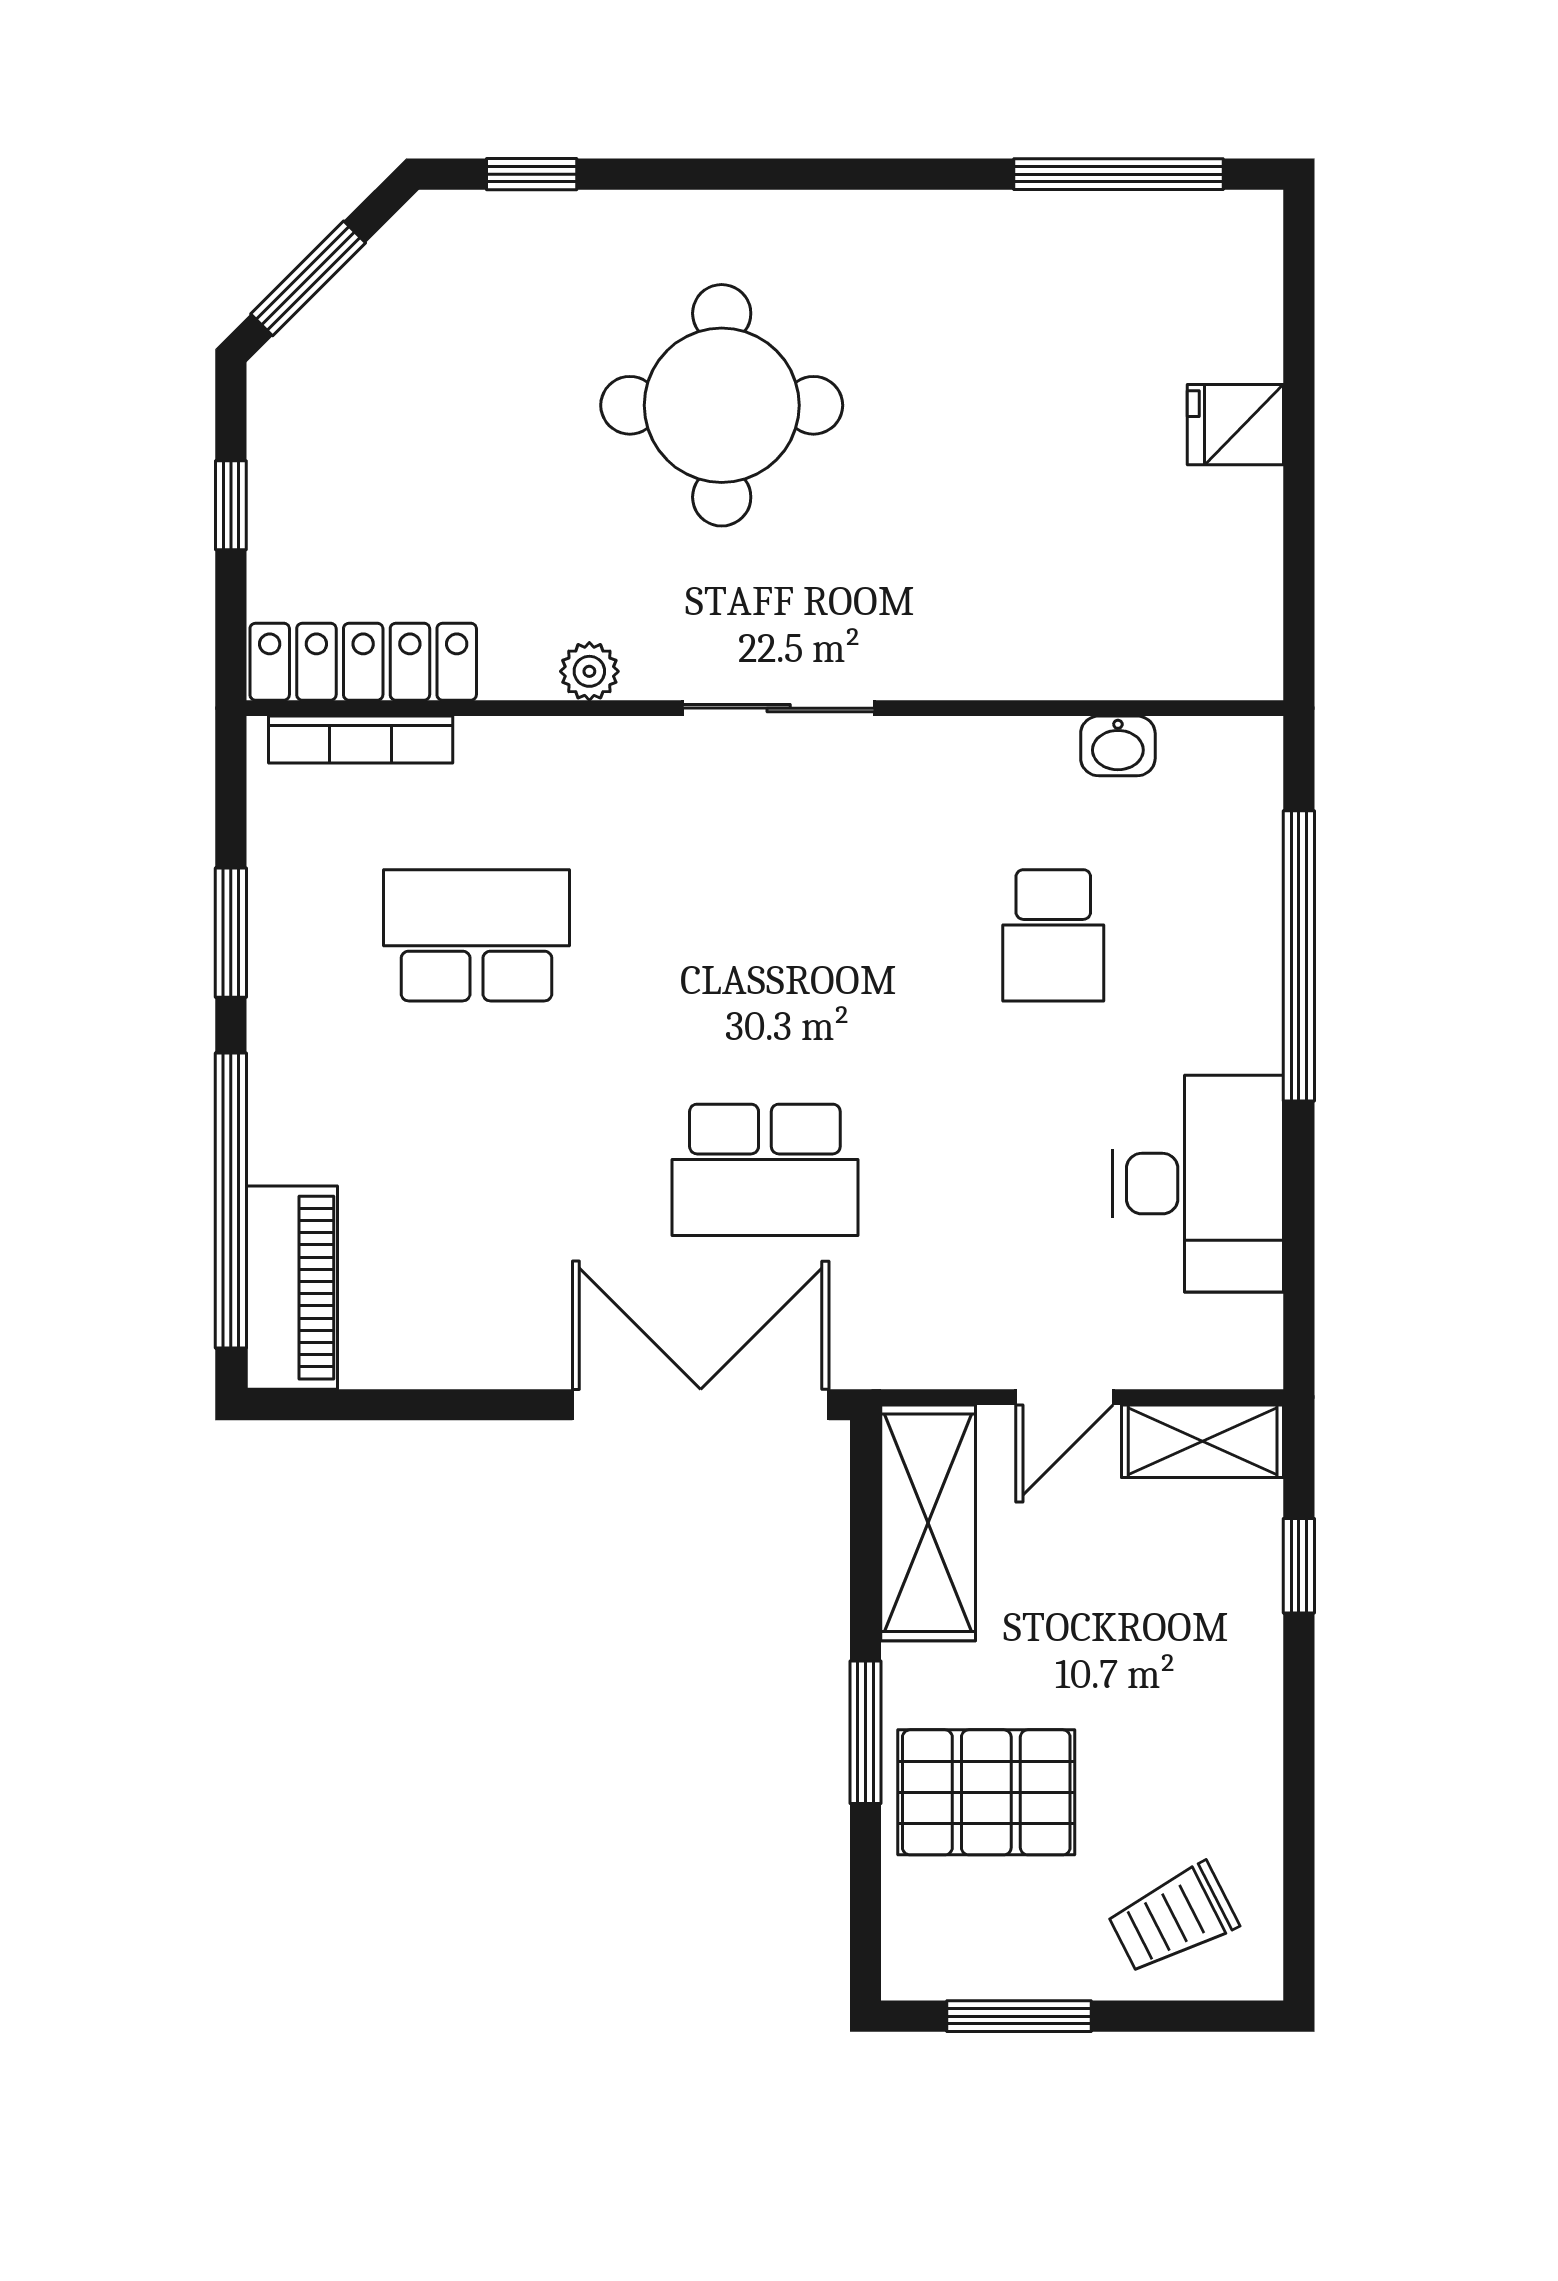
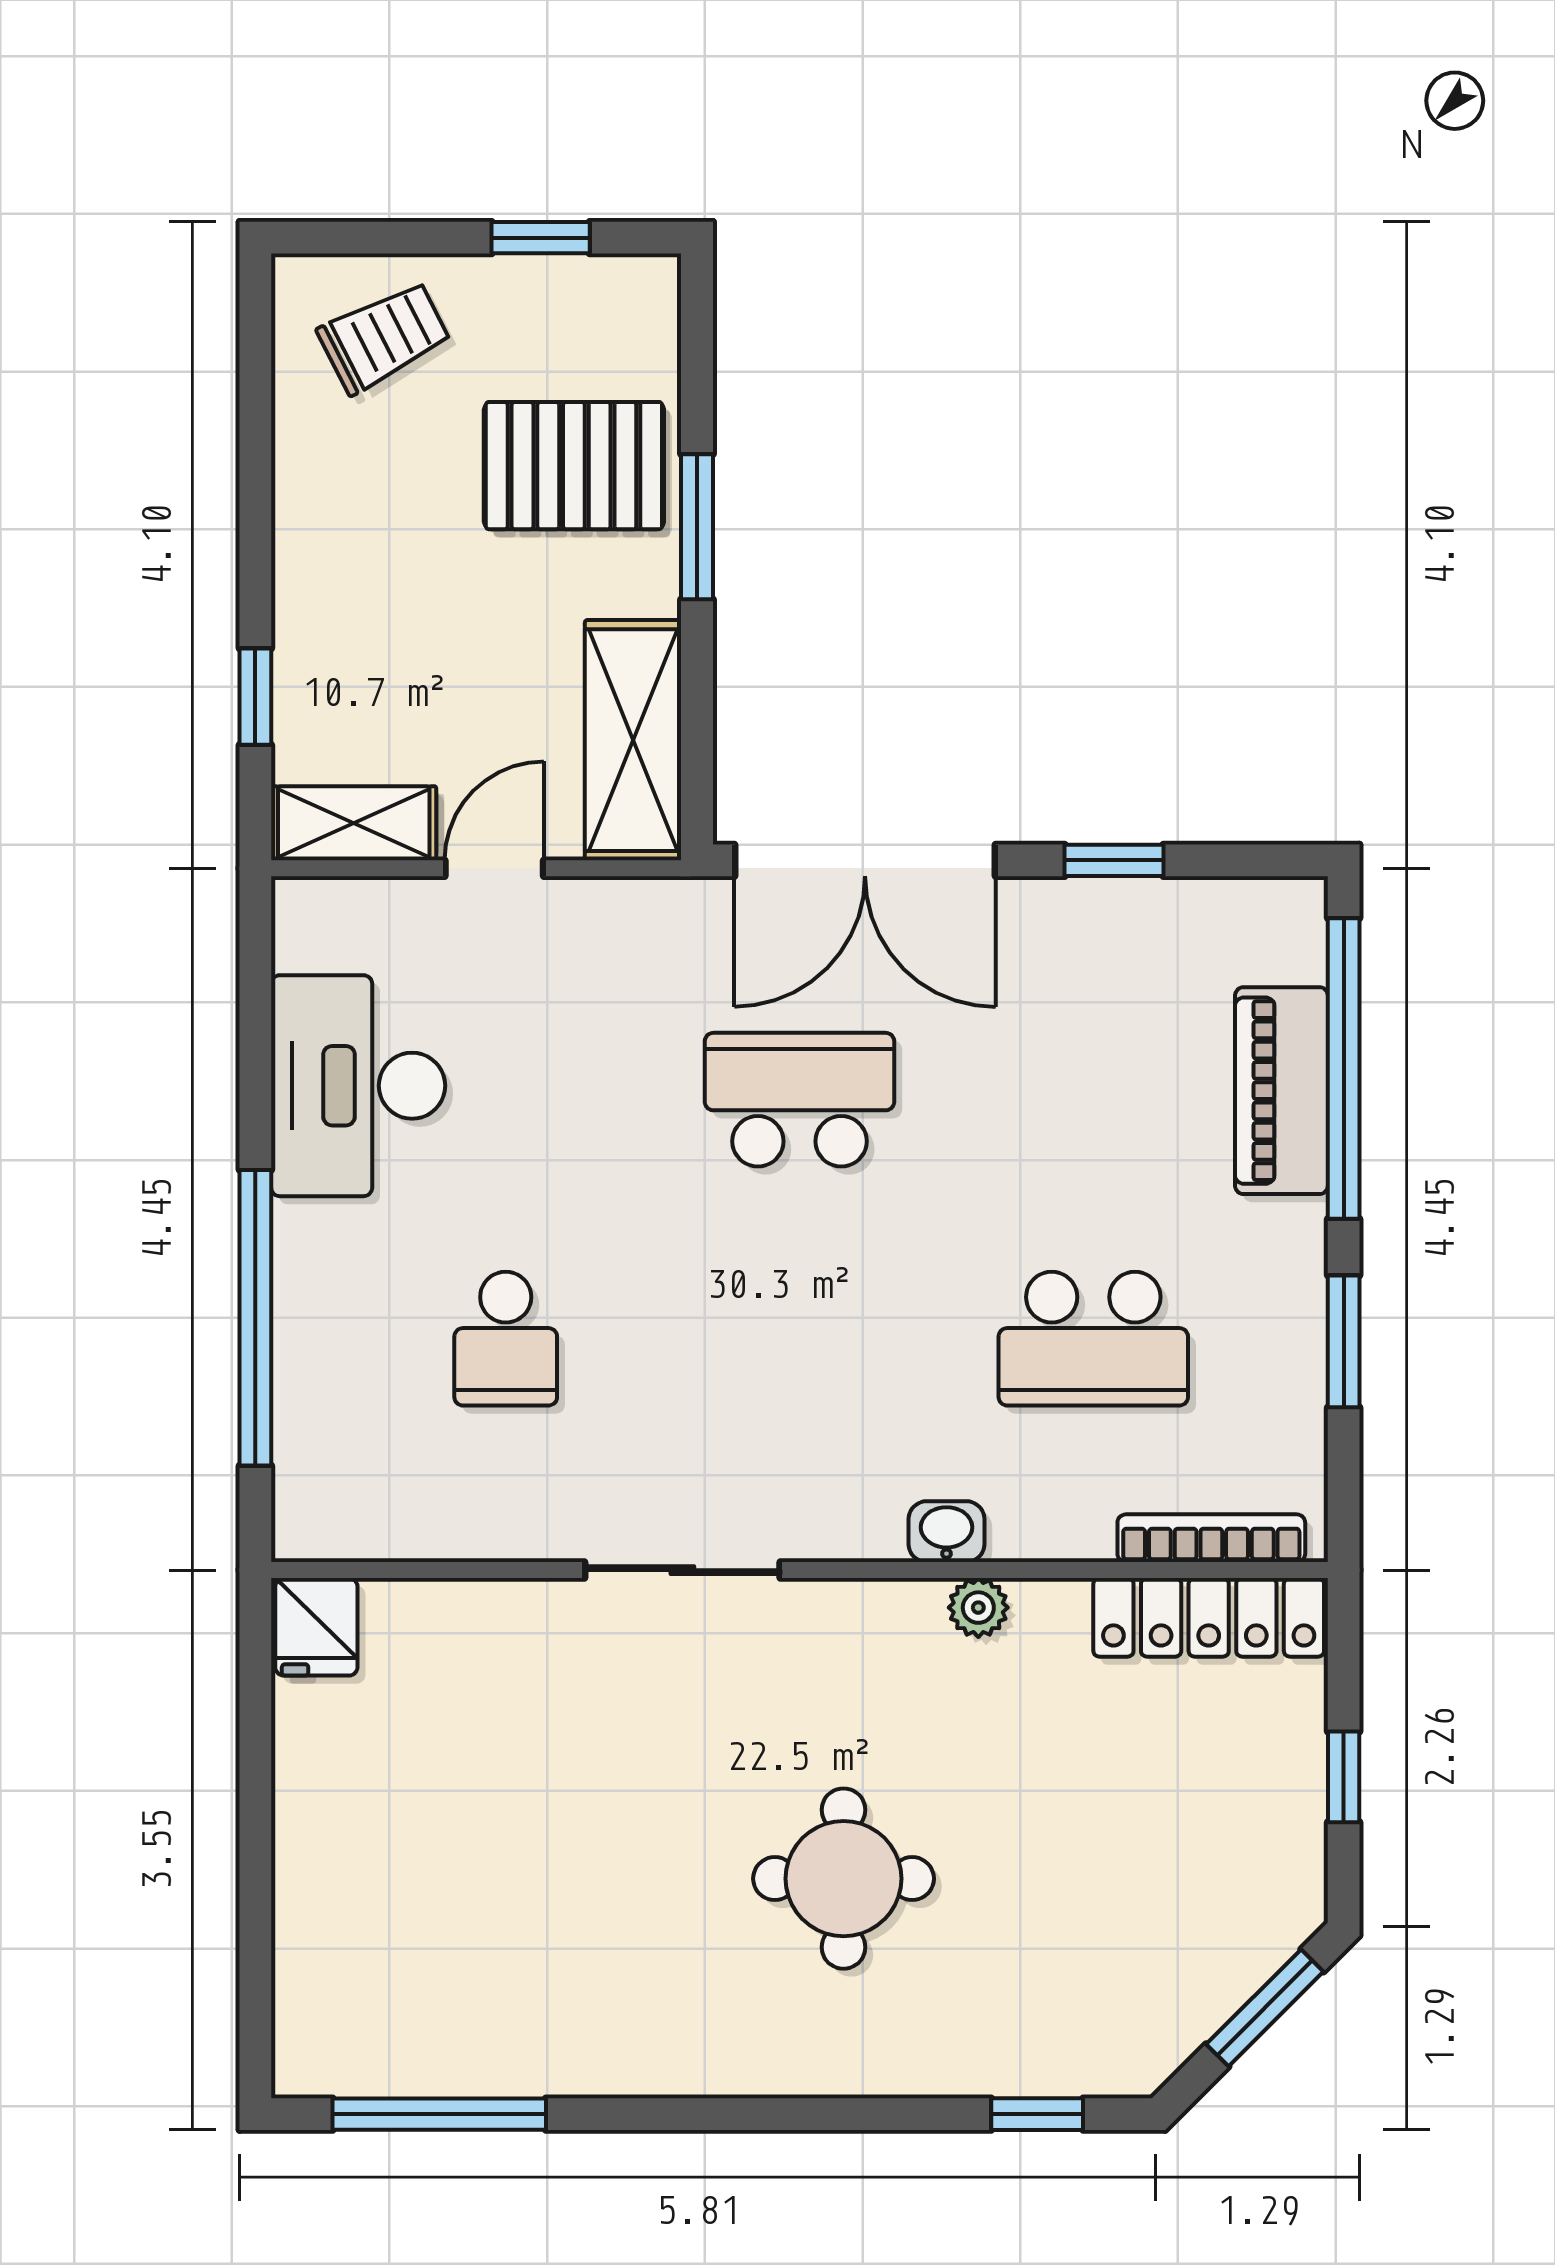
round table: (722, 405) -> (844, 1879), width x0.73, depth x0.73
fridge: (1235, 425) -> (316, 1627), moved, turned 90
sliding door: (779, 708) -> (682, 1570), moved
washbasin: (1118, 746) -> (947, 1532), moved
school desk: (1053, 935) -> (506, 1339), turned 180
piano: (292, 1288) -> (1281, 1091), moved
window: (456, 1405) -> (1114, 860), added
window: (1019, 2016) -> (541, 238), width x0.67

